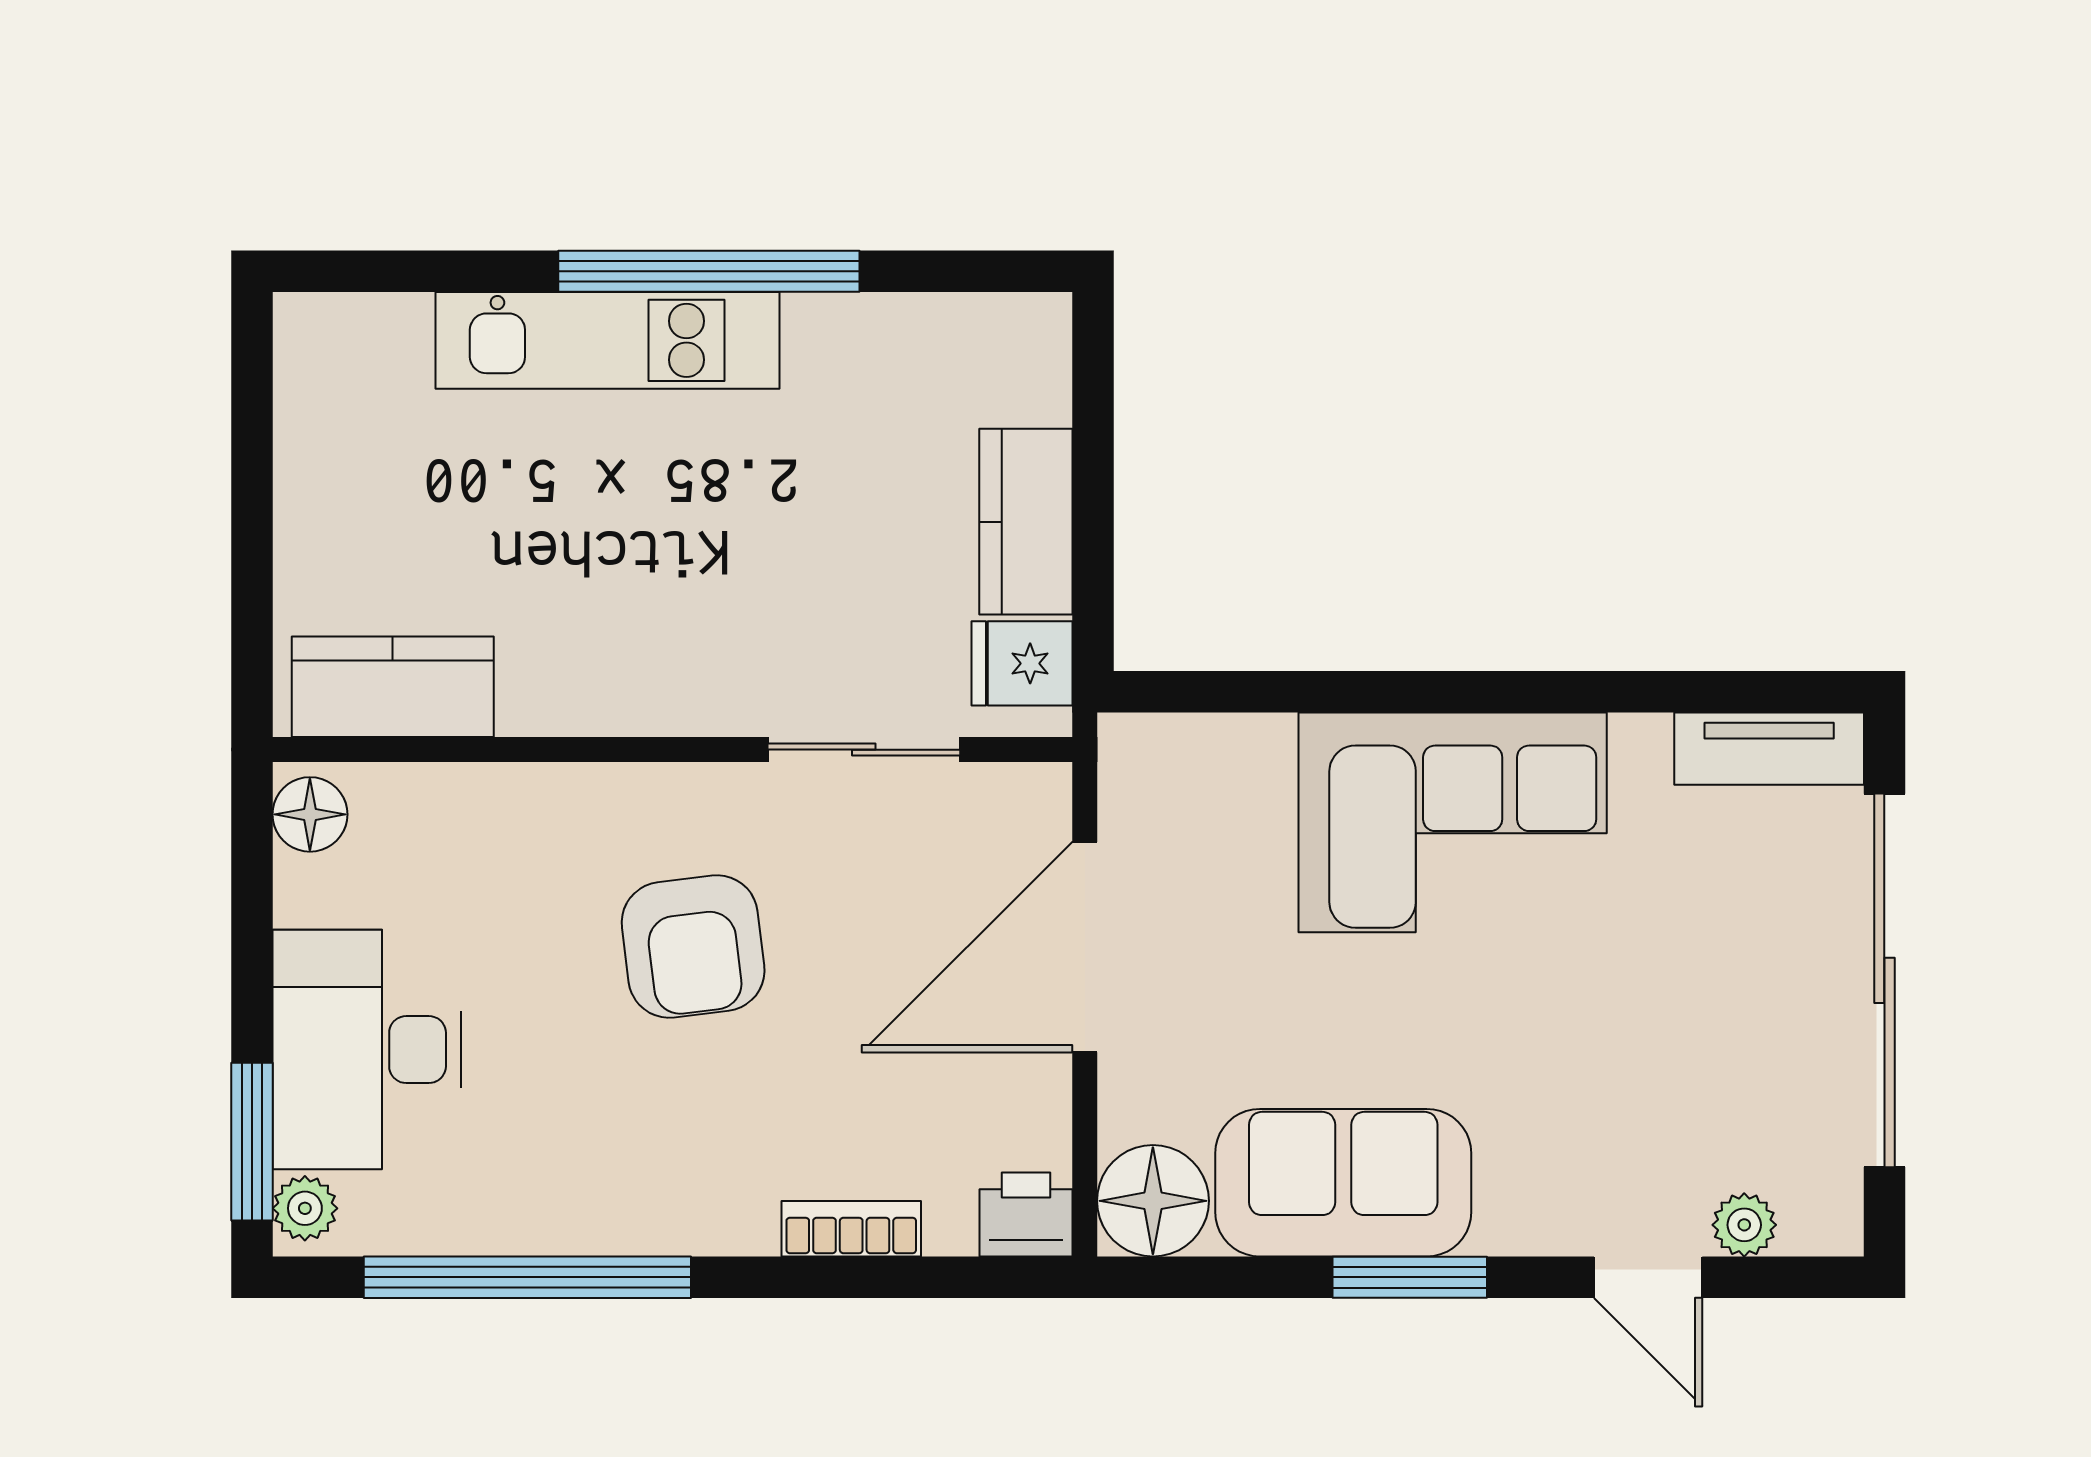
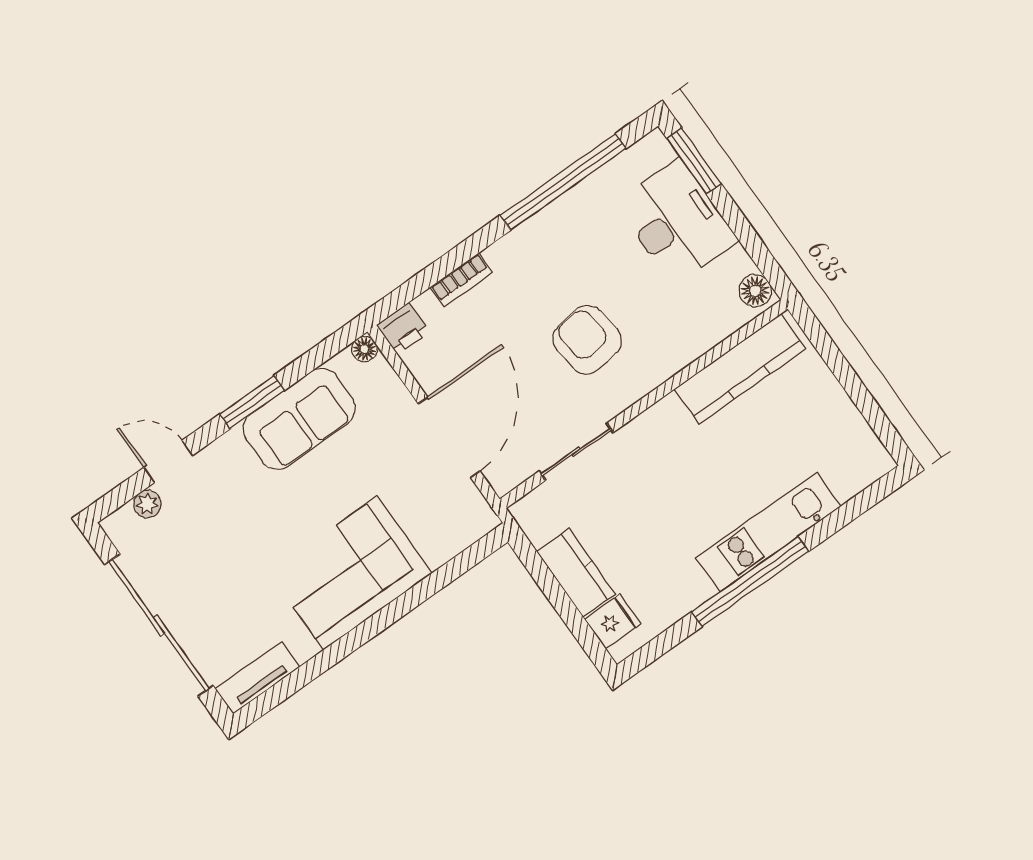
fridge: (1022, 663) -> (613, 622), moved
kitchen counter: (393, 687) -> (740, 369), width x1.50
floor lamp: (1153, 1201) -> (364, 349), width x0.53, depth x0.53
plant: (305, 1208) -> (659, 151), removed

